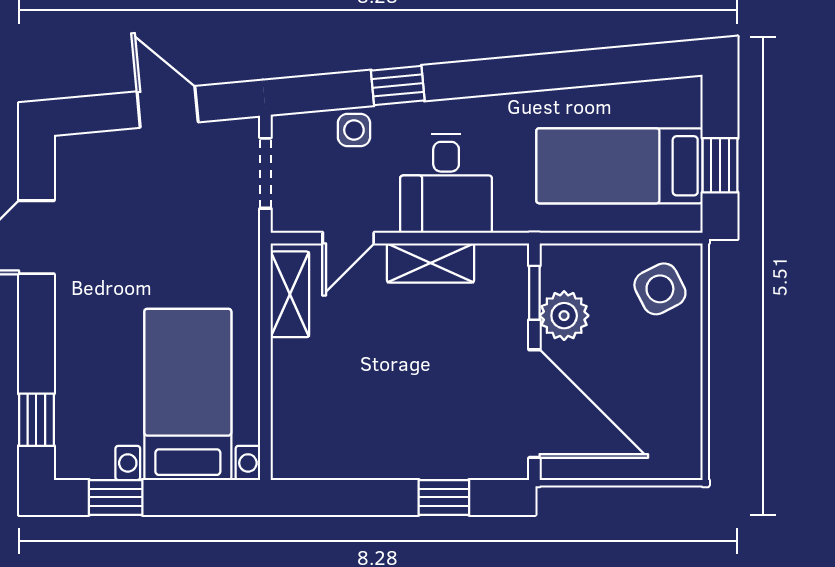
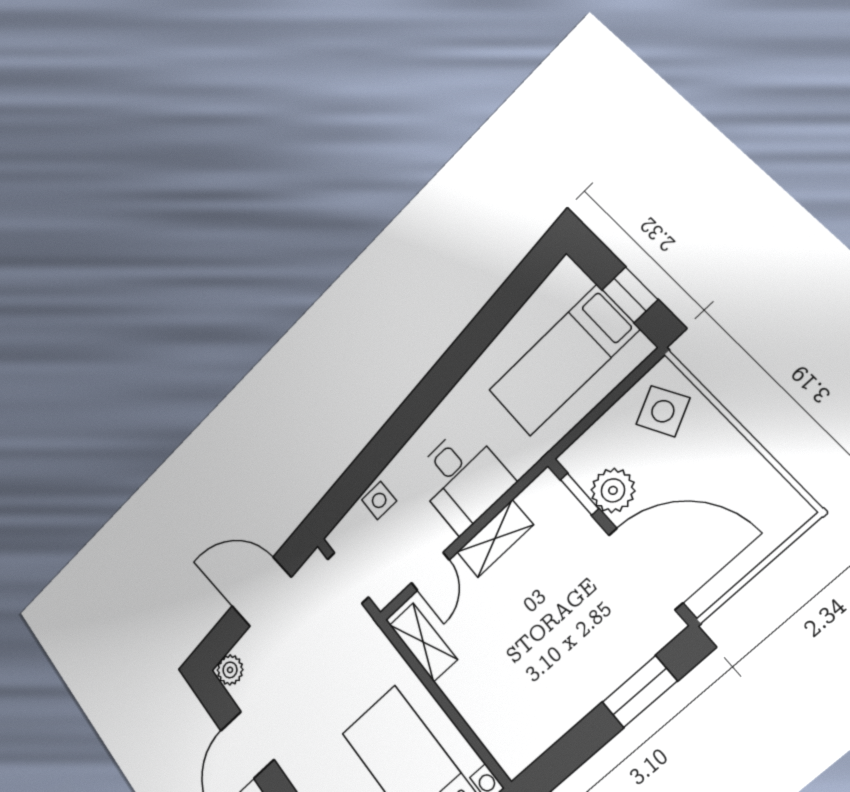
window: (398, 85) -> (383, 448), removed
door: (168, 107) -> (261, 592), width x1.37
plant: (74, 152) -> (230, 670), added
window: (444, 497) -> (640, 692), width x1.50

